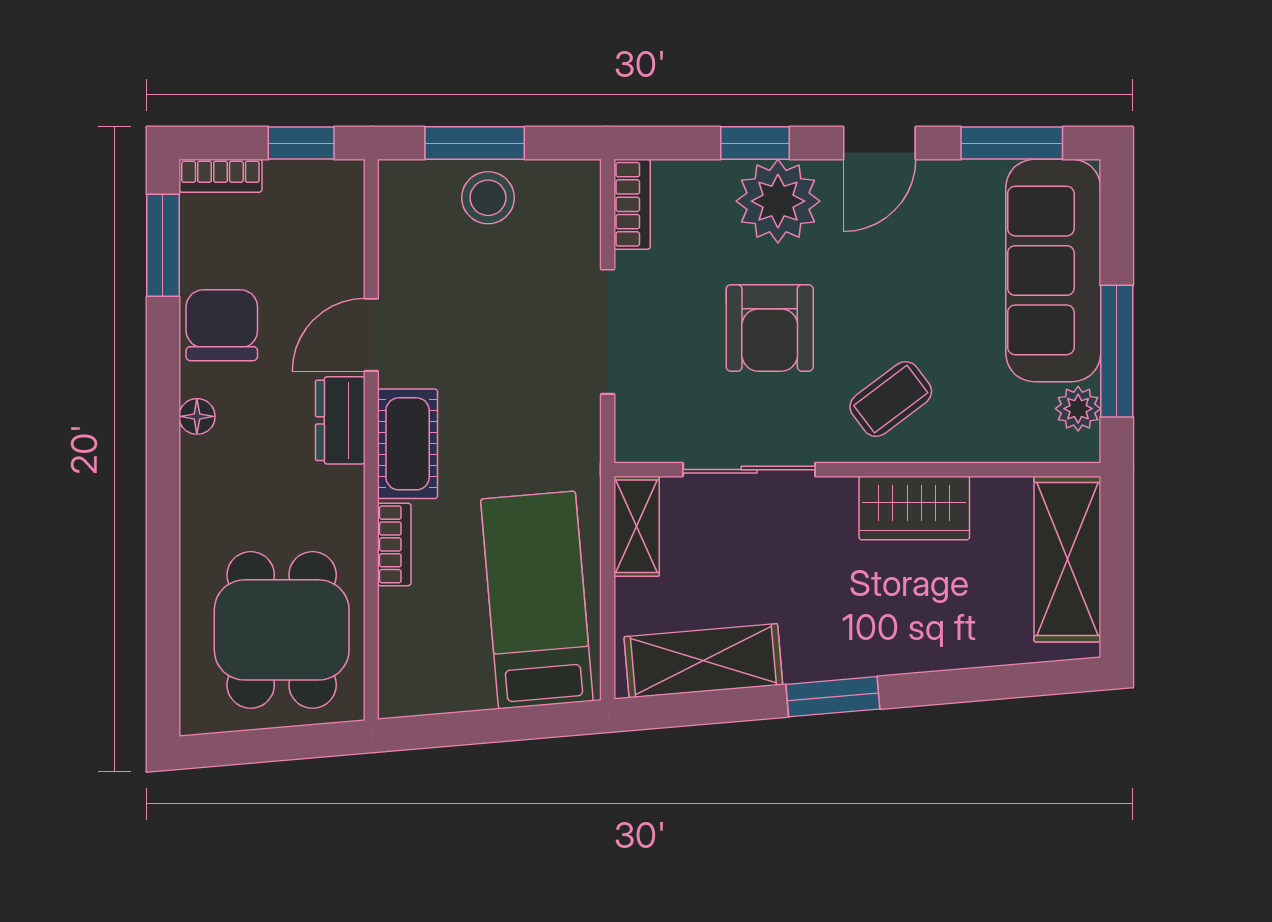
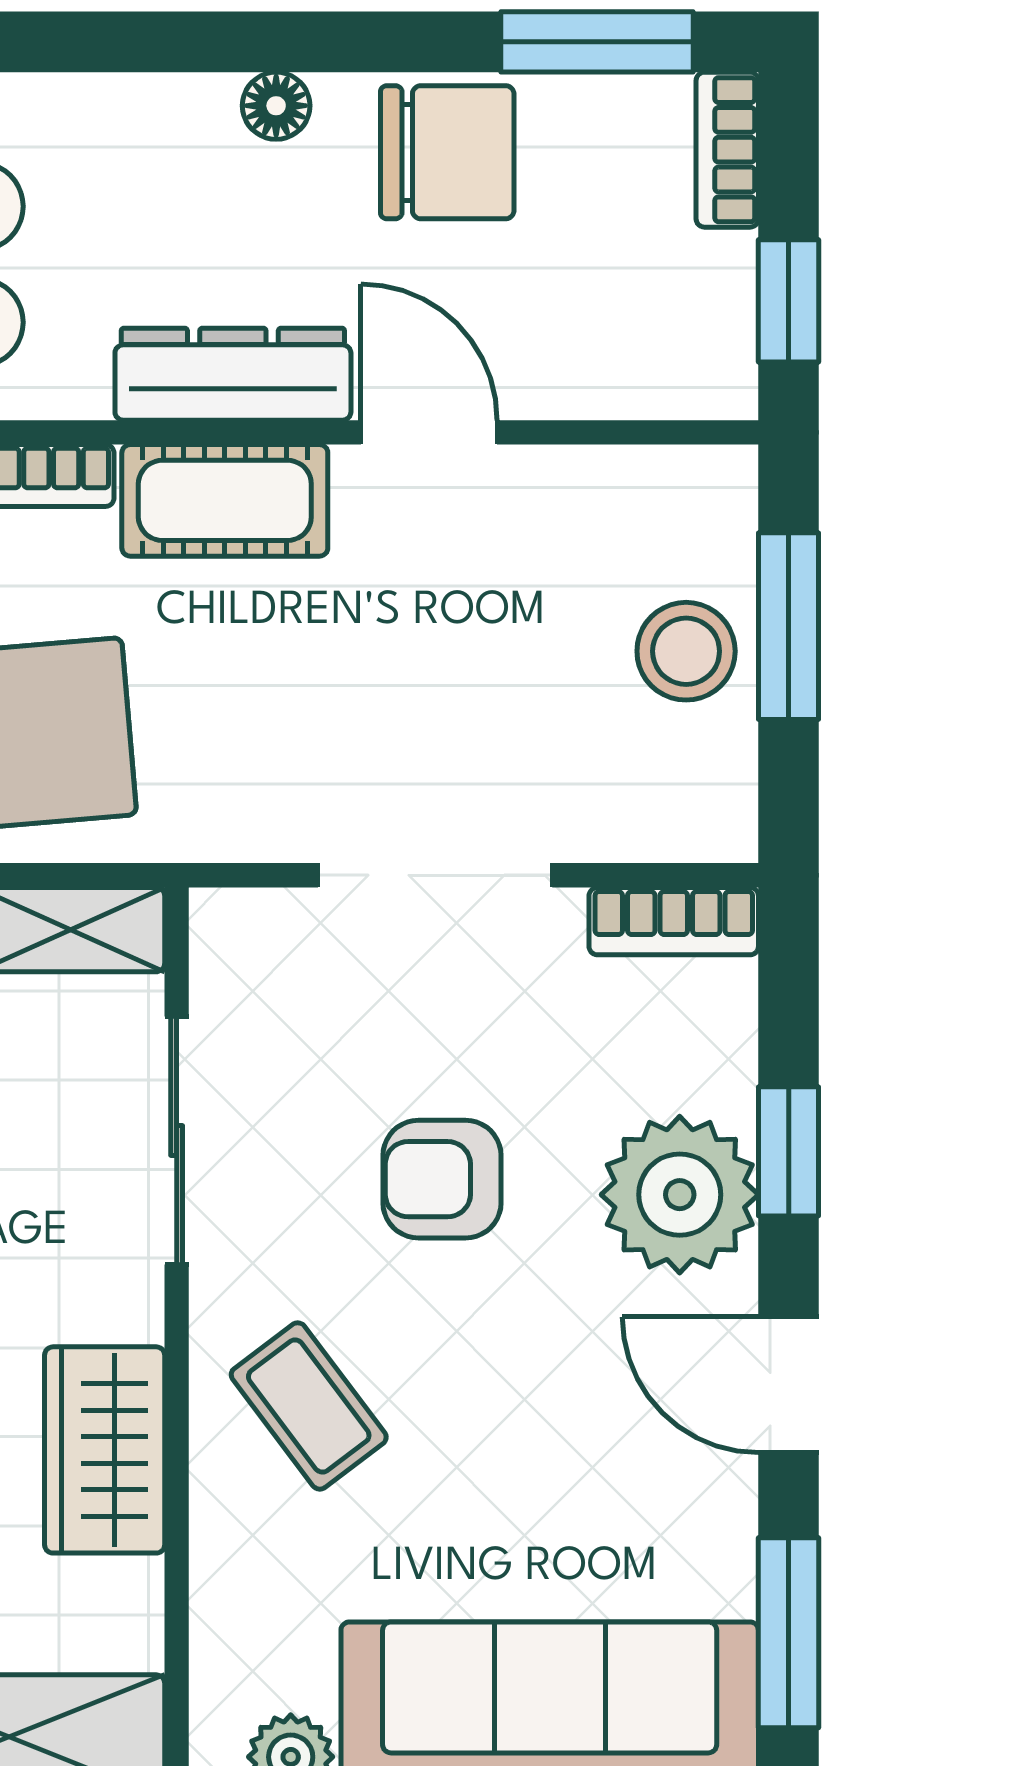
armchair: (770, 328) -> (442, 1179), width x0.72, depth x0.72
dresser: (340, 420) -> (233, 374), width x1.44

